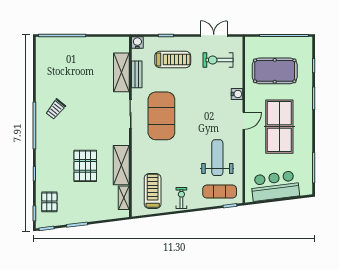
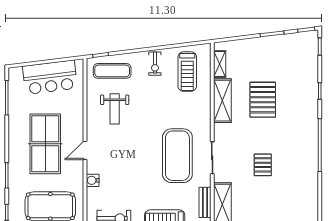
trolley: (56, 109) -> (296, 163), removed
weight bench: (217, 158) -> (115, 109), width x0.73, depth x0.75
pallet: (49, 202) -> (263, 165), moved

